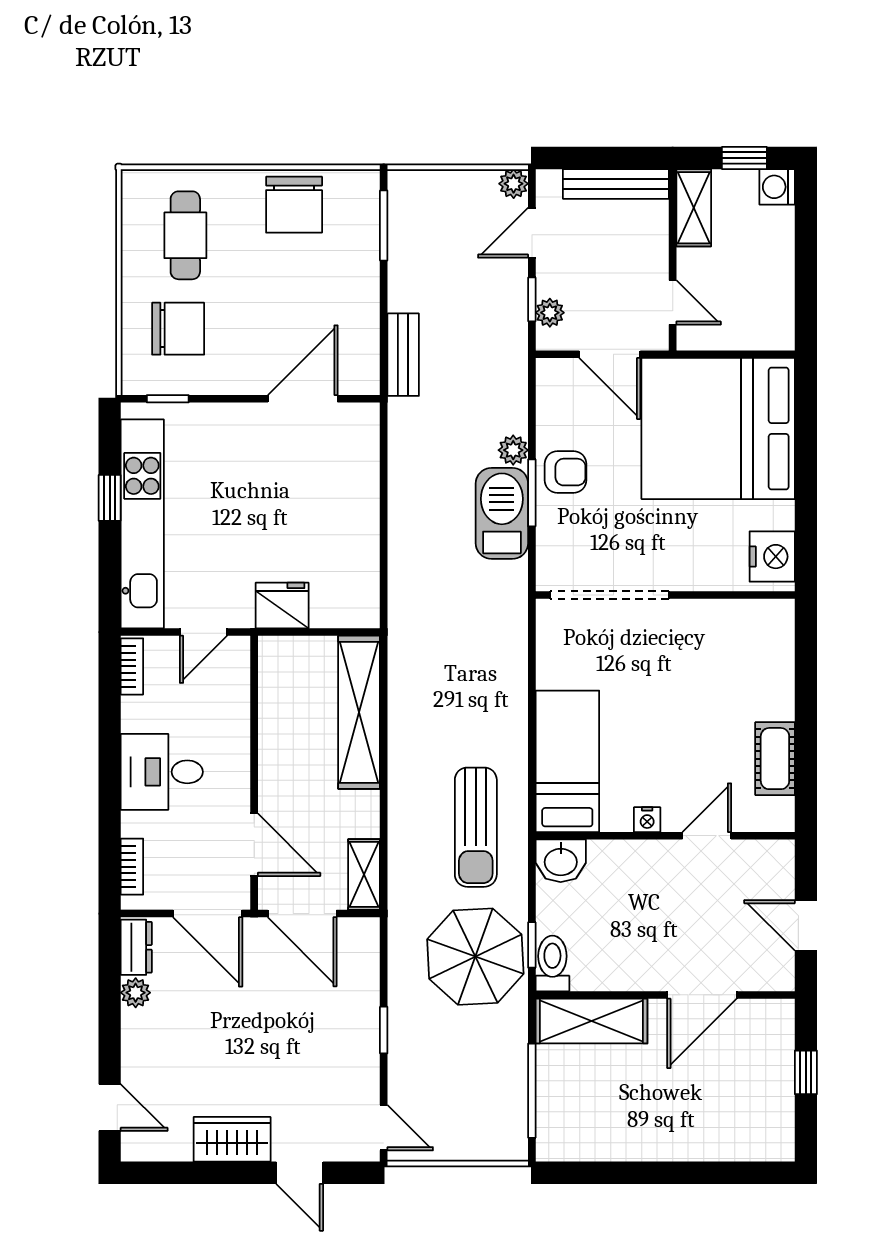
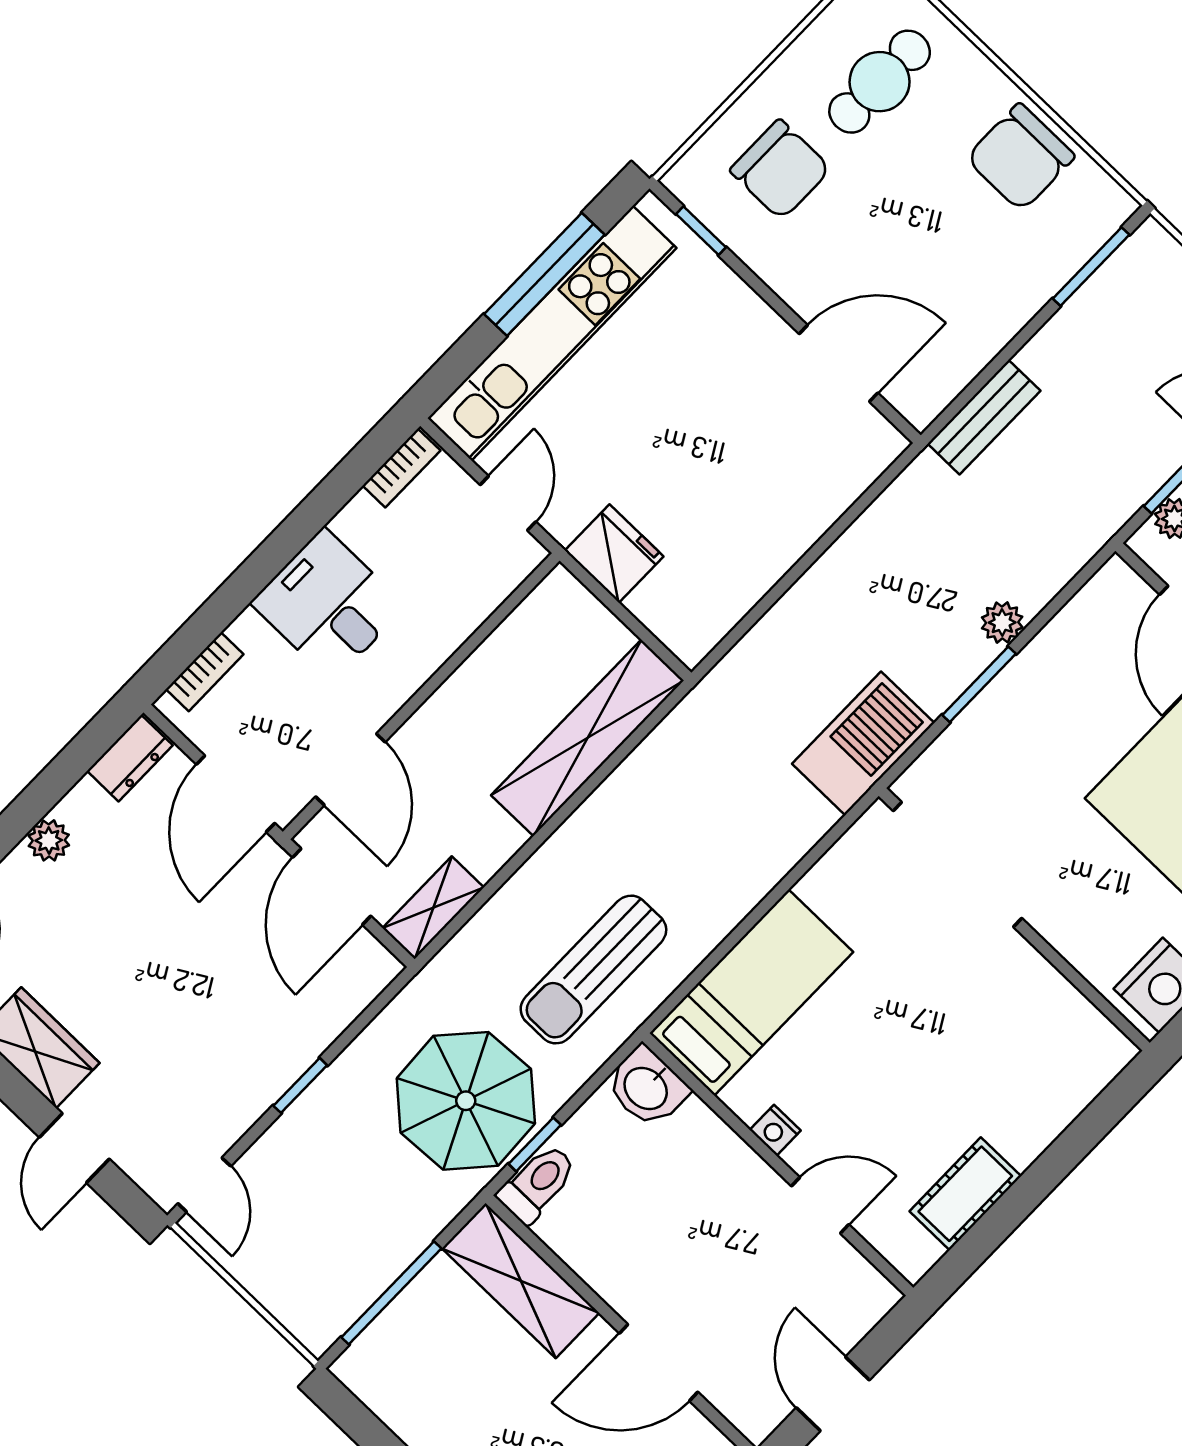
armchair: (565, 472) -> (1034, 696), removed
window: (110, 498) -> (544, 274), width x2.17
barbecue: (502, 513) -> (863, 743), moved
door: (203, 632) -> (508, 503), swing flipped
plant: (136, 993) -> (49, 840), moved

